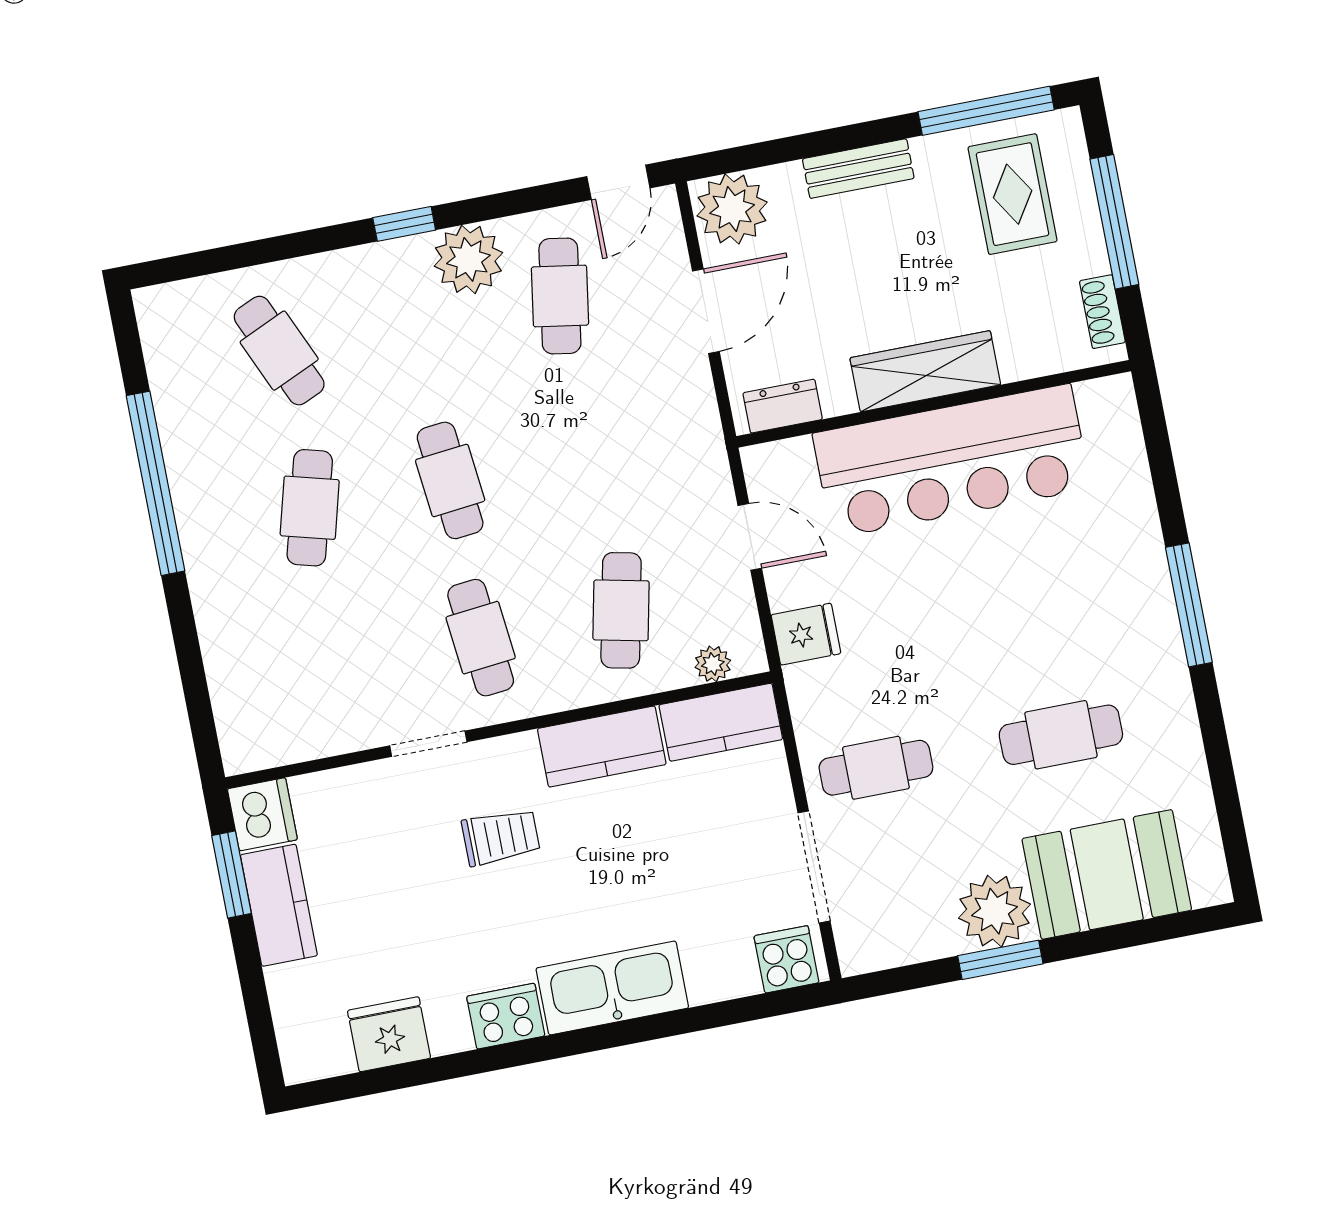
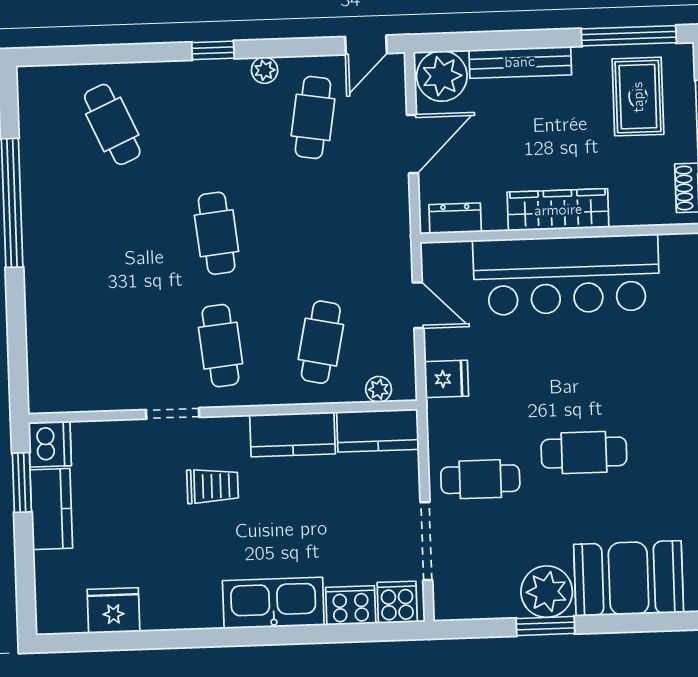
bench: (858, 169) -> (520, 62), width x1.36
plant: (468, 259) -> (265, 70), width x0.53, depth x0.53
cafe table: (310, 508) -> (116, 237), removed
cafe table: (1061, 735) -> (584, 453), moved
cooker: (506, 1016) -> (351, 605), moved

